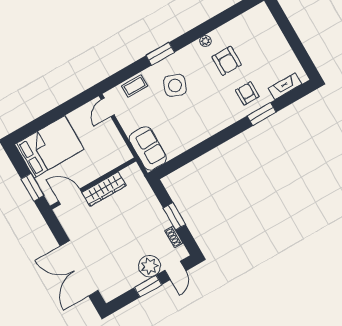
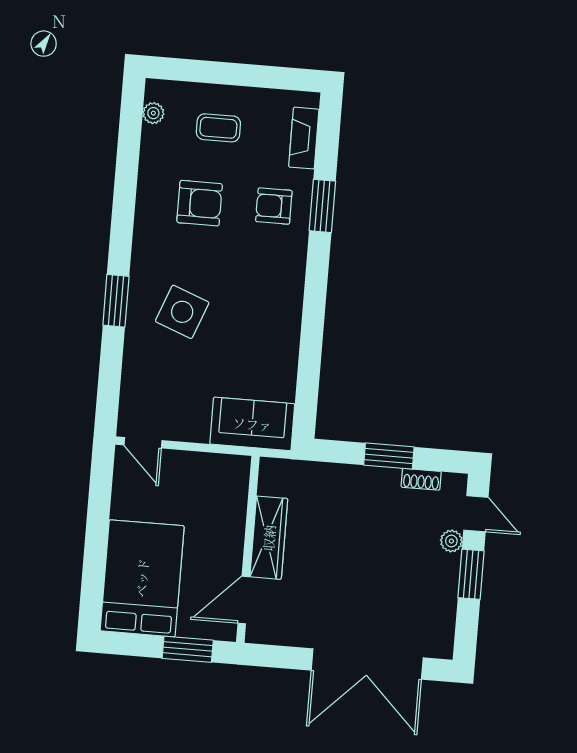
plant: (205, 41) -> (153, 113), moved
coffee table: (135, 86) -> (218, 128), moved, turned 90
plant: (150, 266) -> (451, 541), width x0.53, depth x0.53

